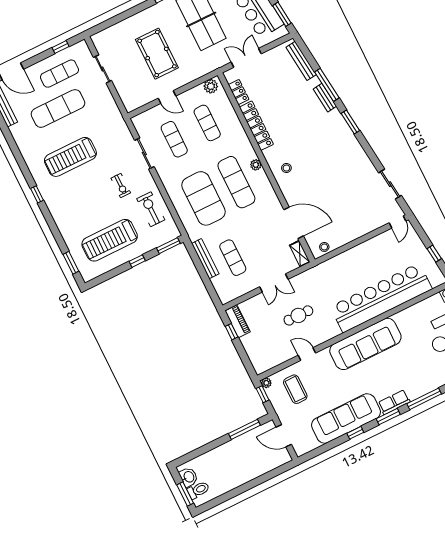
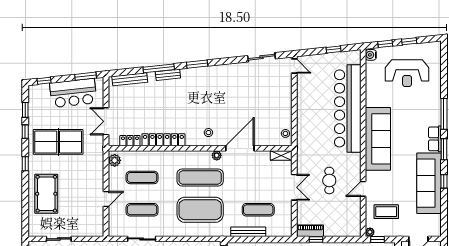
pool table: (157, 54) -> (46, 194), moved, turned 90
plant: (256, 165) -> (217, 155), moved
door: (294, 223) -> (240, 148), moved

